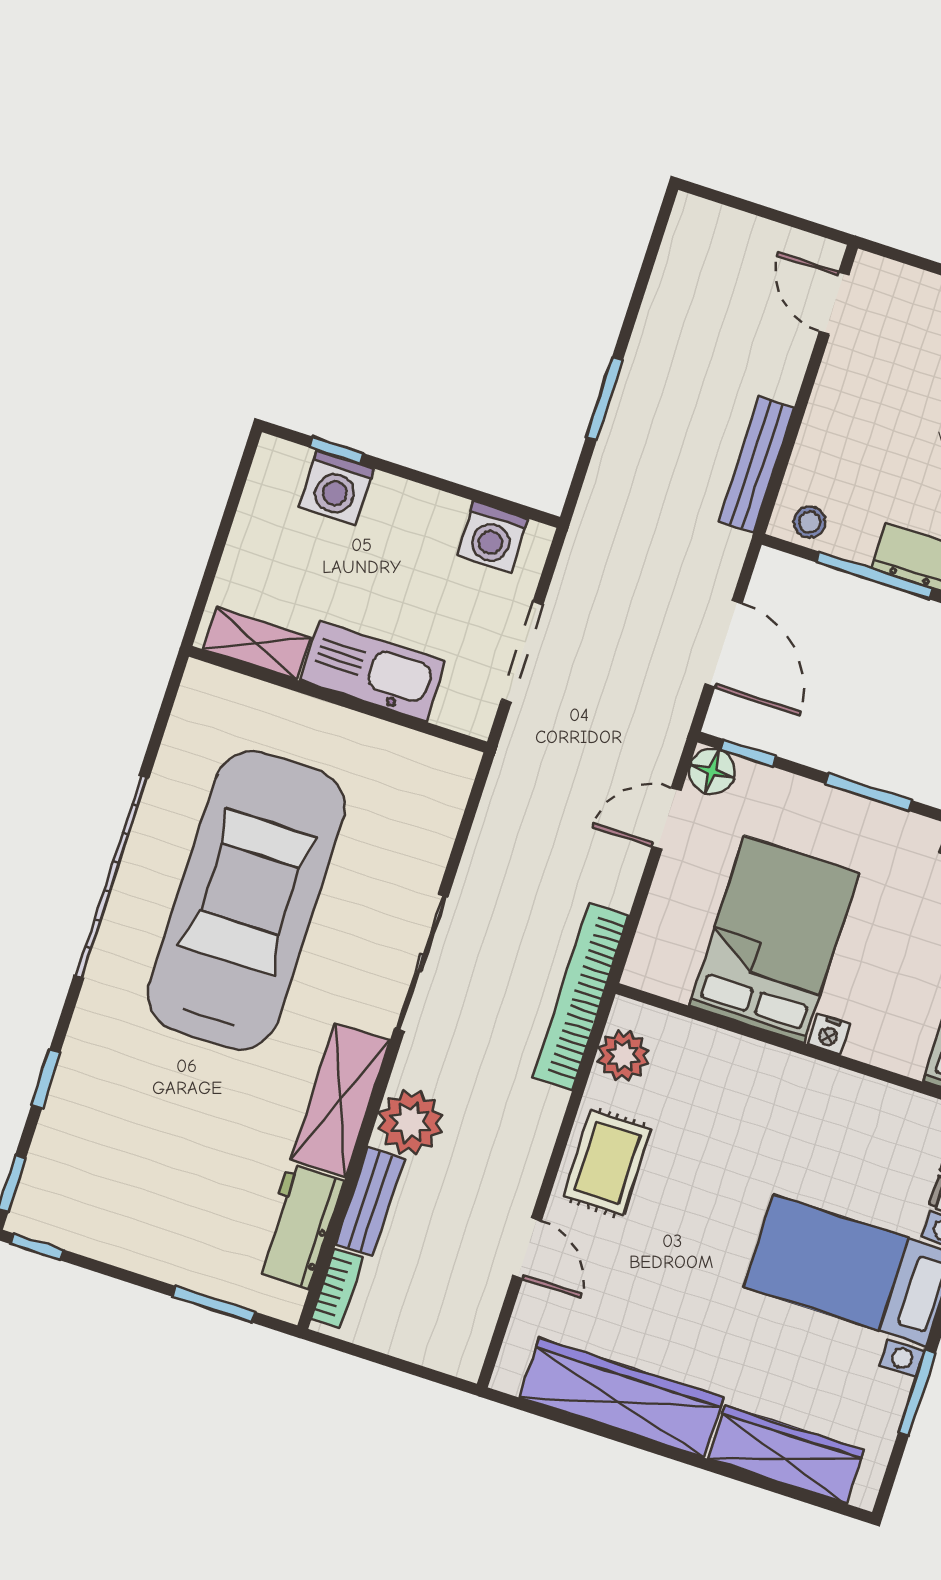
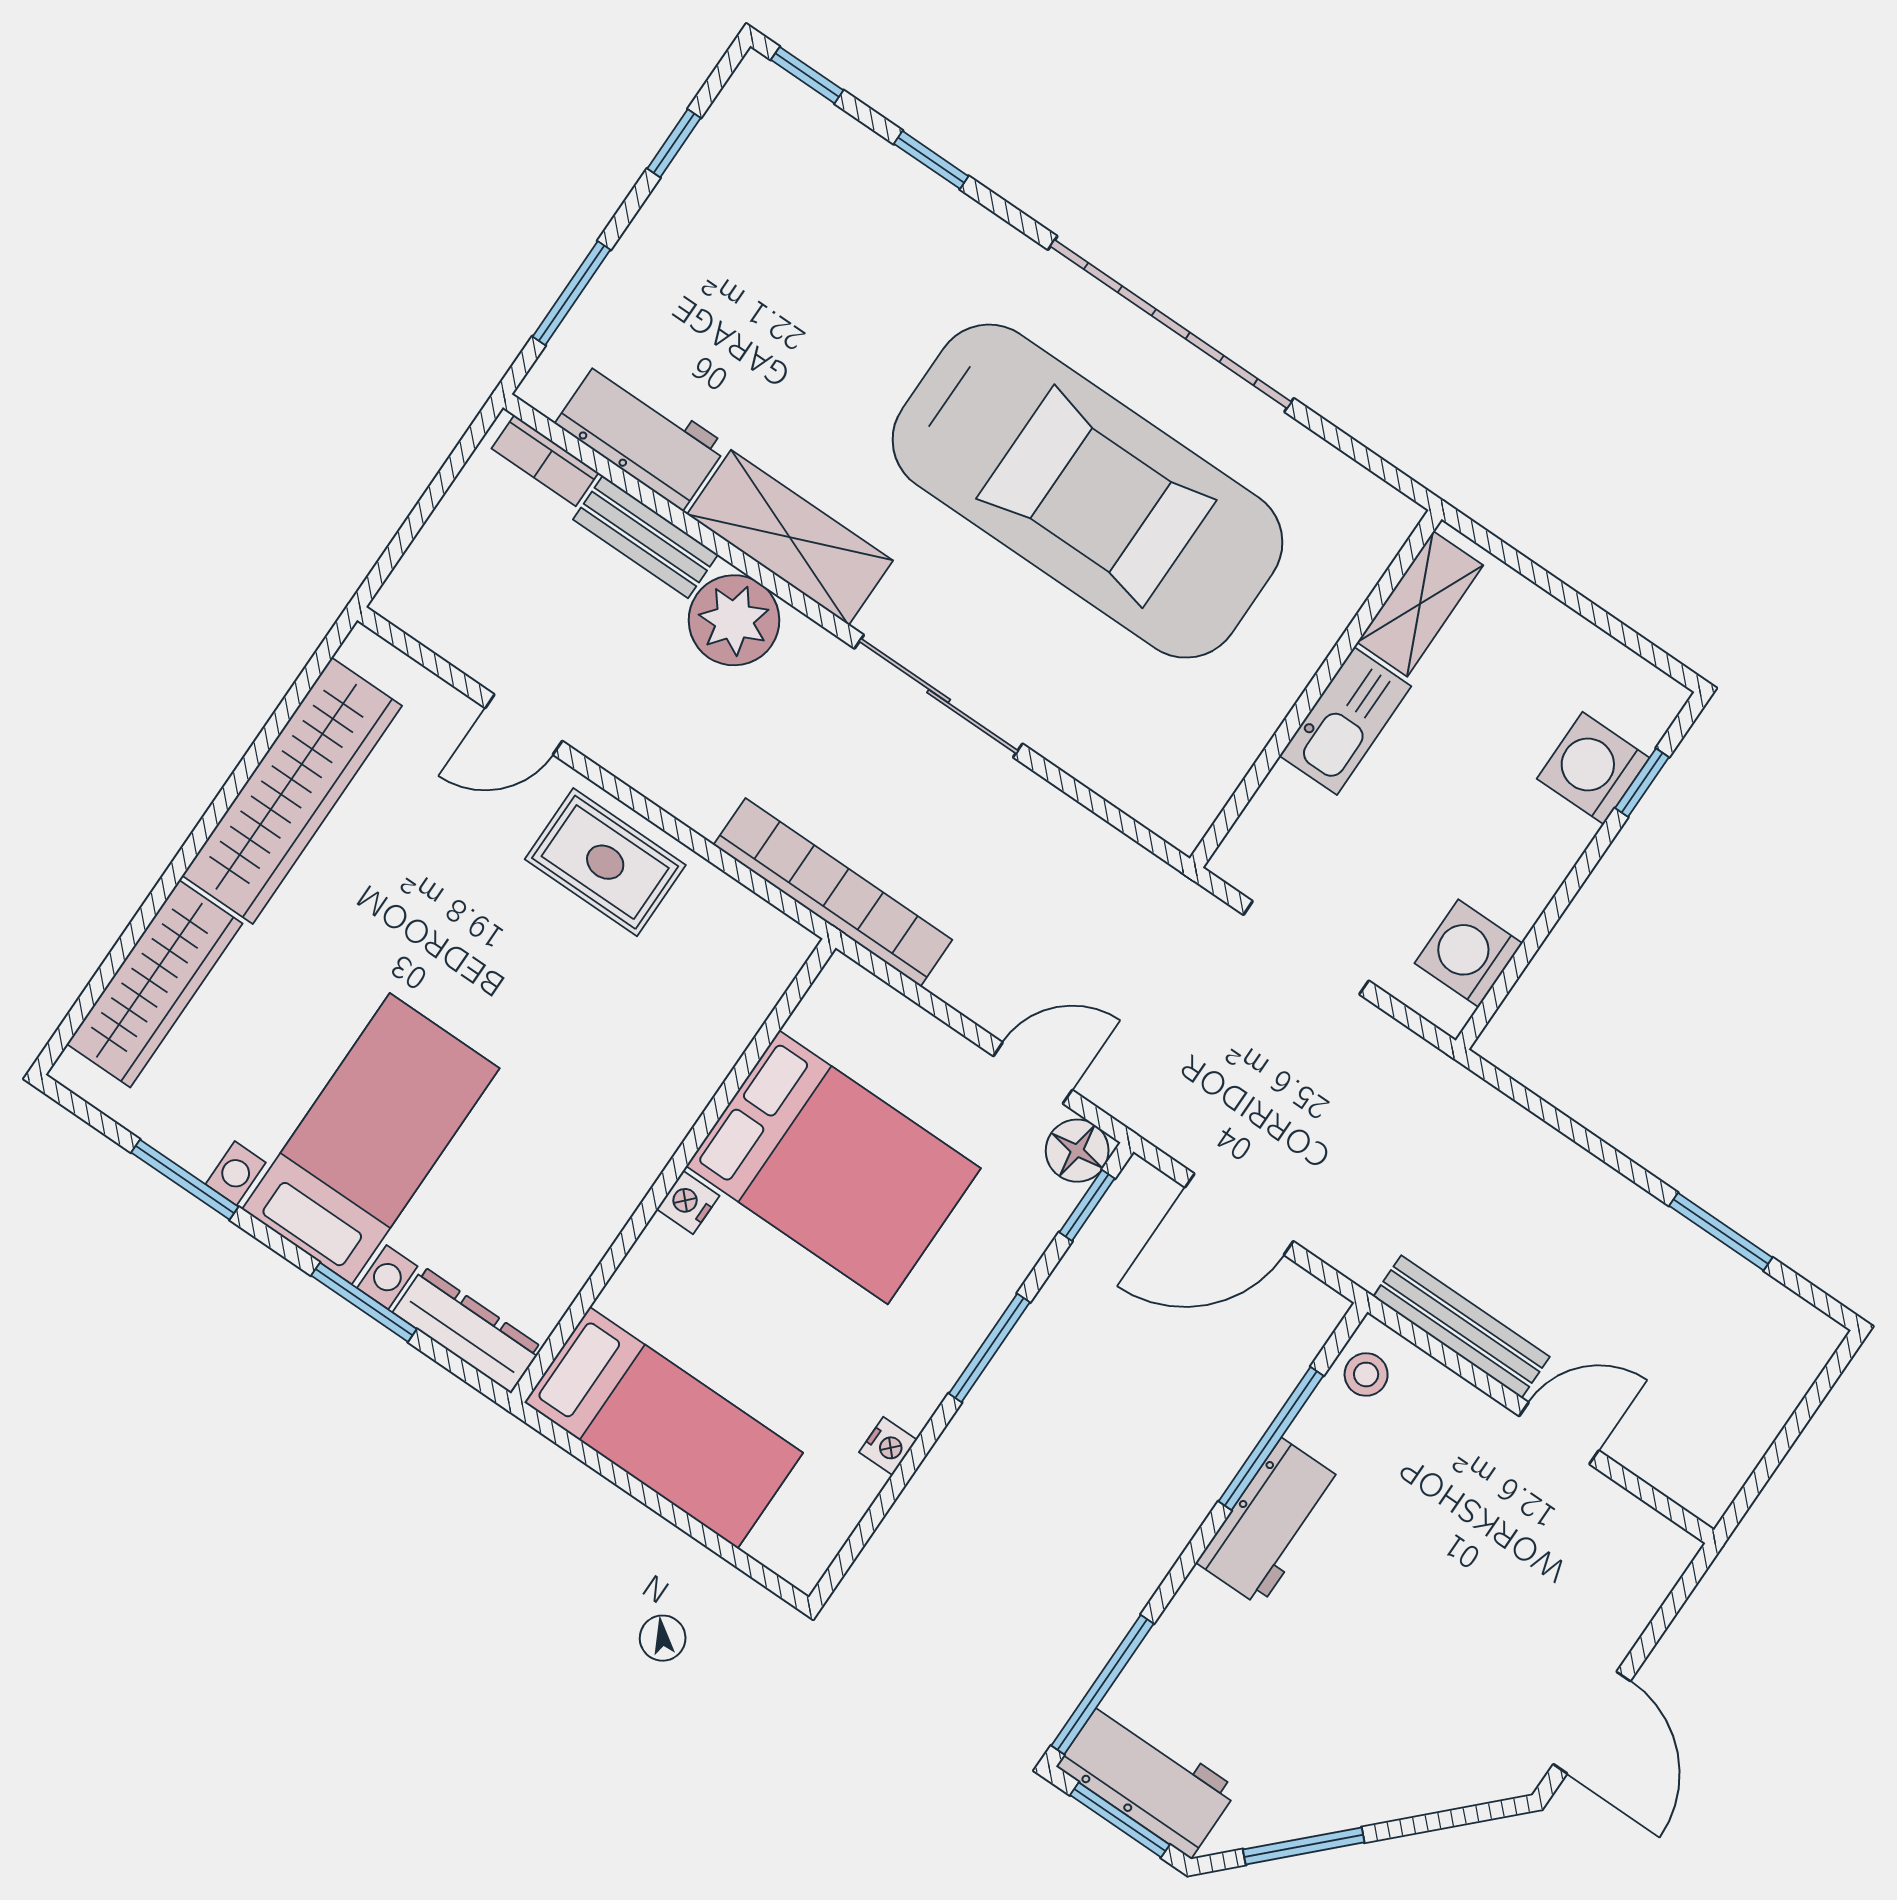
door: (834, 303) -> (1559, 1433), moved
window: (605, 398) -> (1721, 1232), moved
kitchen sink: (373, 671) -> (1345, 721), width x0.73, depth x0.81
door: (667, 819) -> (1033, 1073), hinge flipped
plant: (623, 1056) -> (739, 925), removed
window: (37, 1247) -> (674, 143), moved

